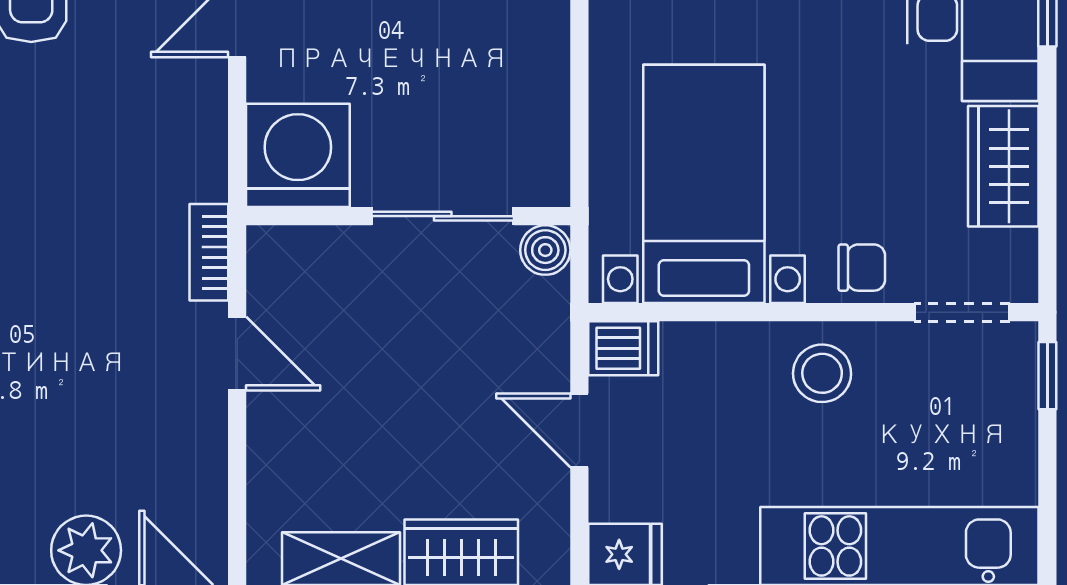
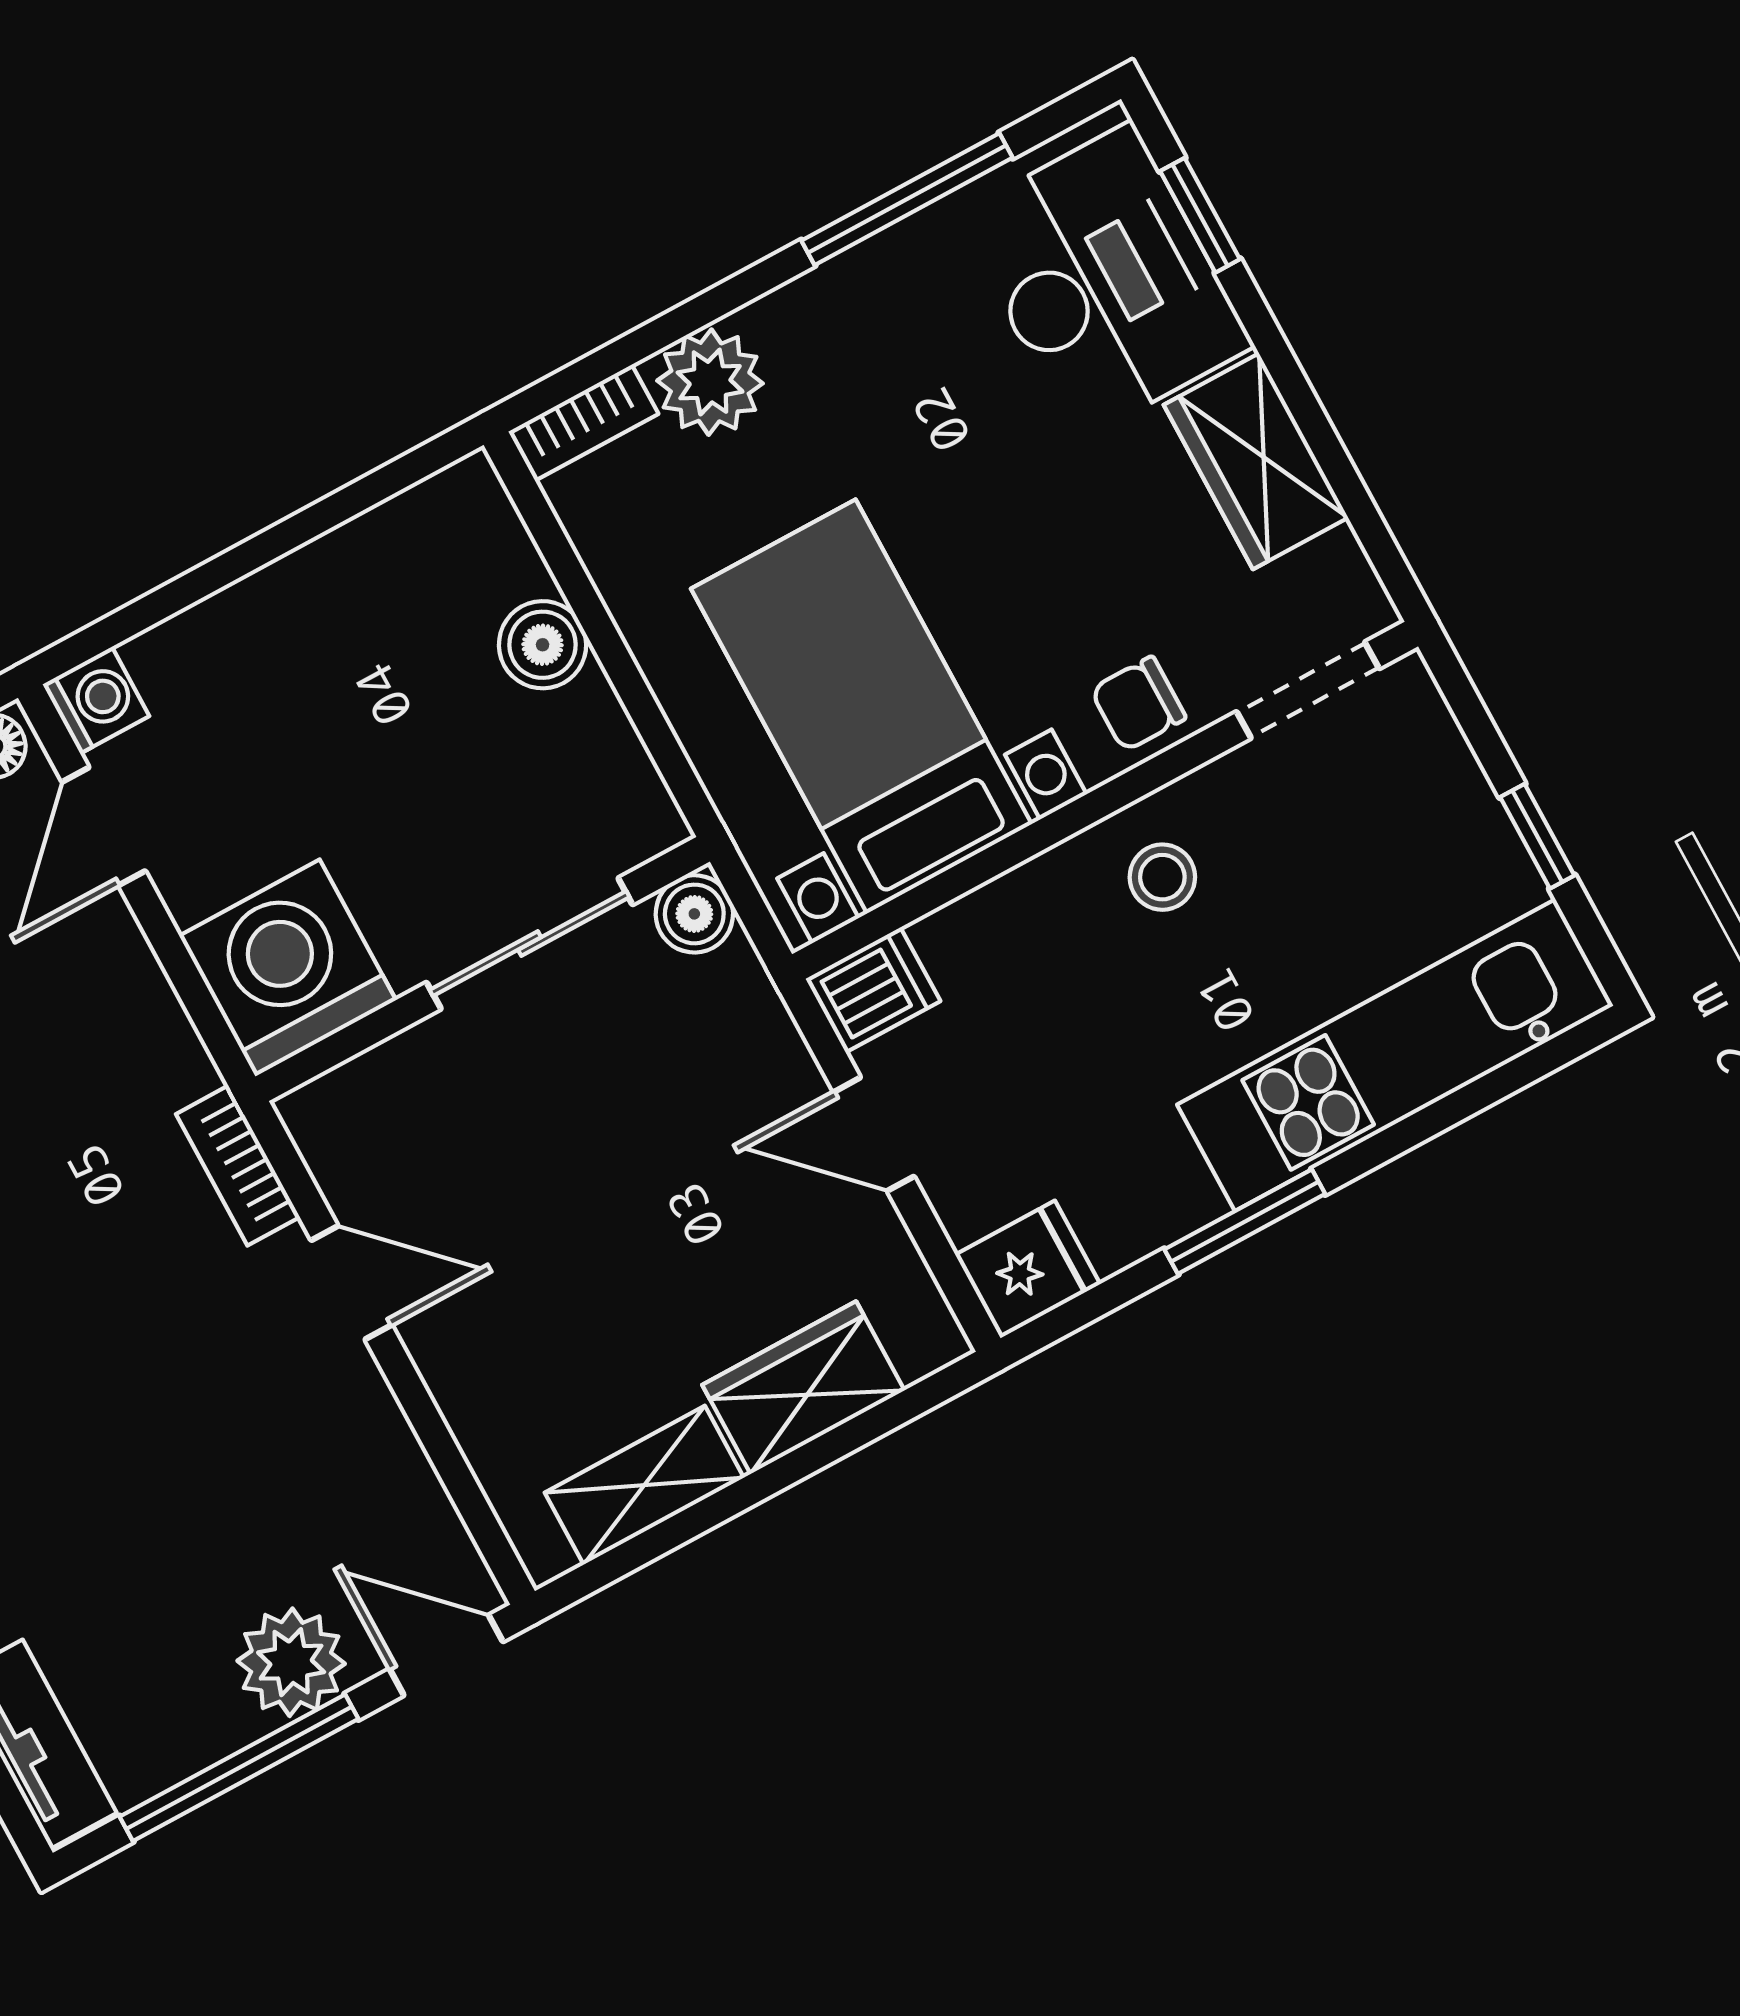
boiler: (542, 51) -> (543, 645), added
chair: (862, 268) -> (1138, 704), turned 180
stool: (822, 373) -> (1162, 877), width x0.73, depth x0.73
window: (1047, 376) -> (1537, 836), moved

